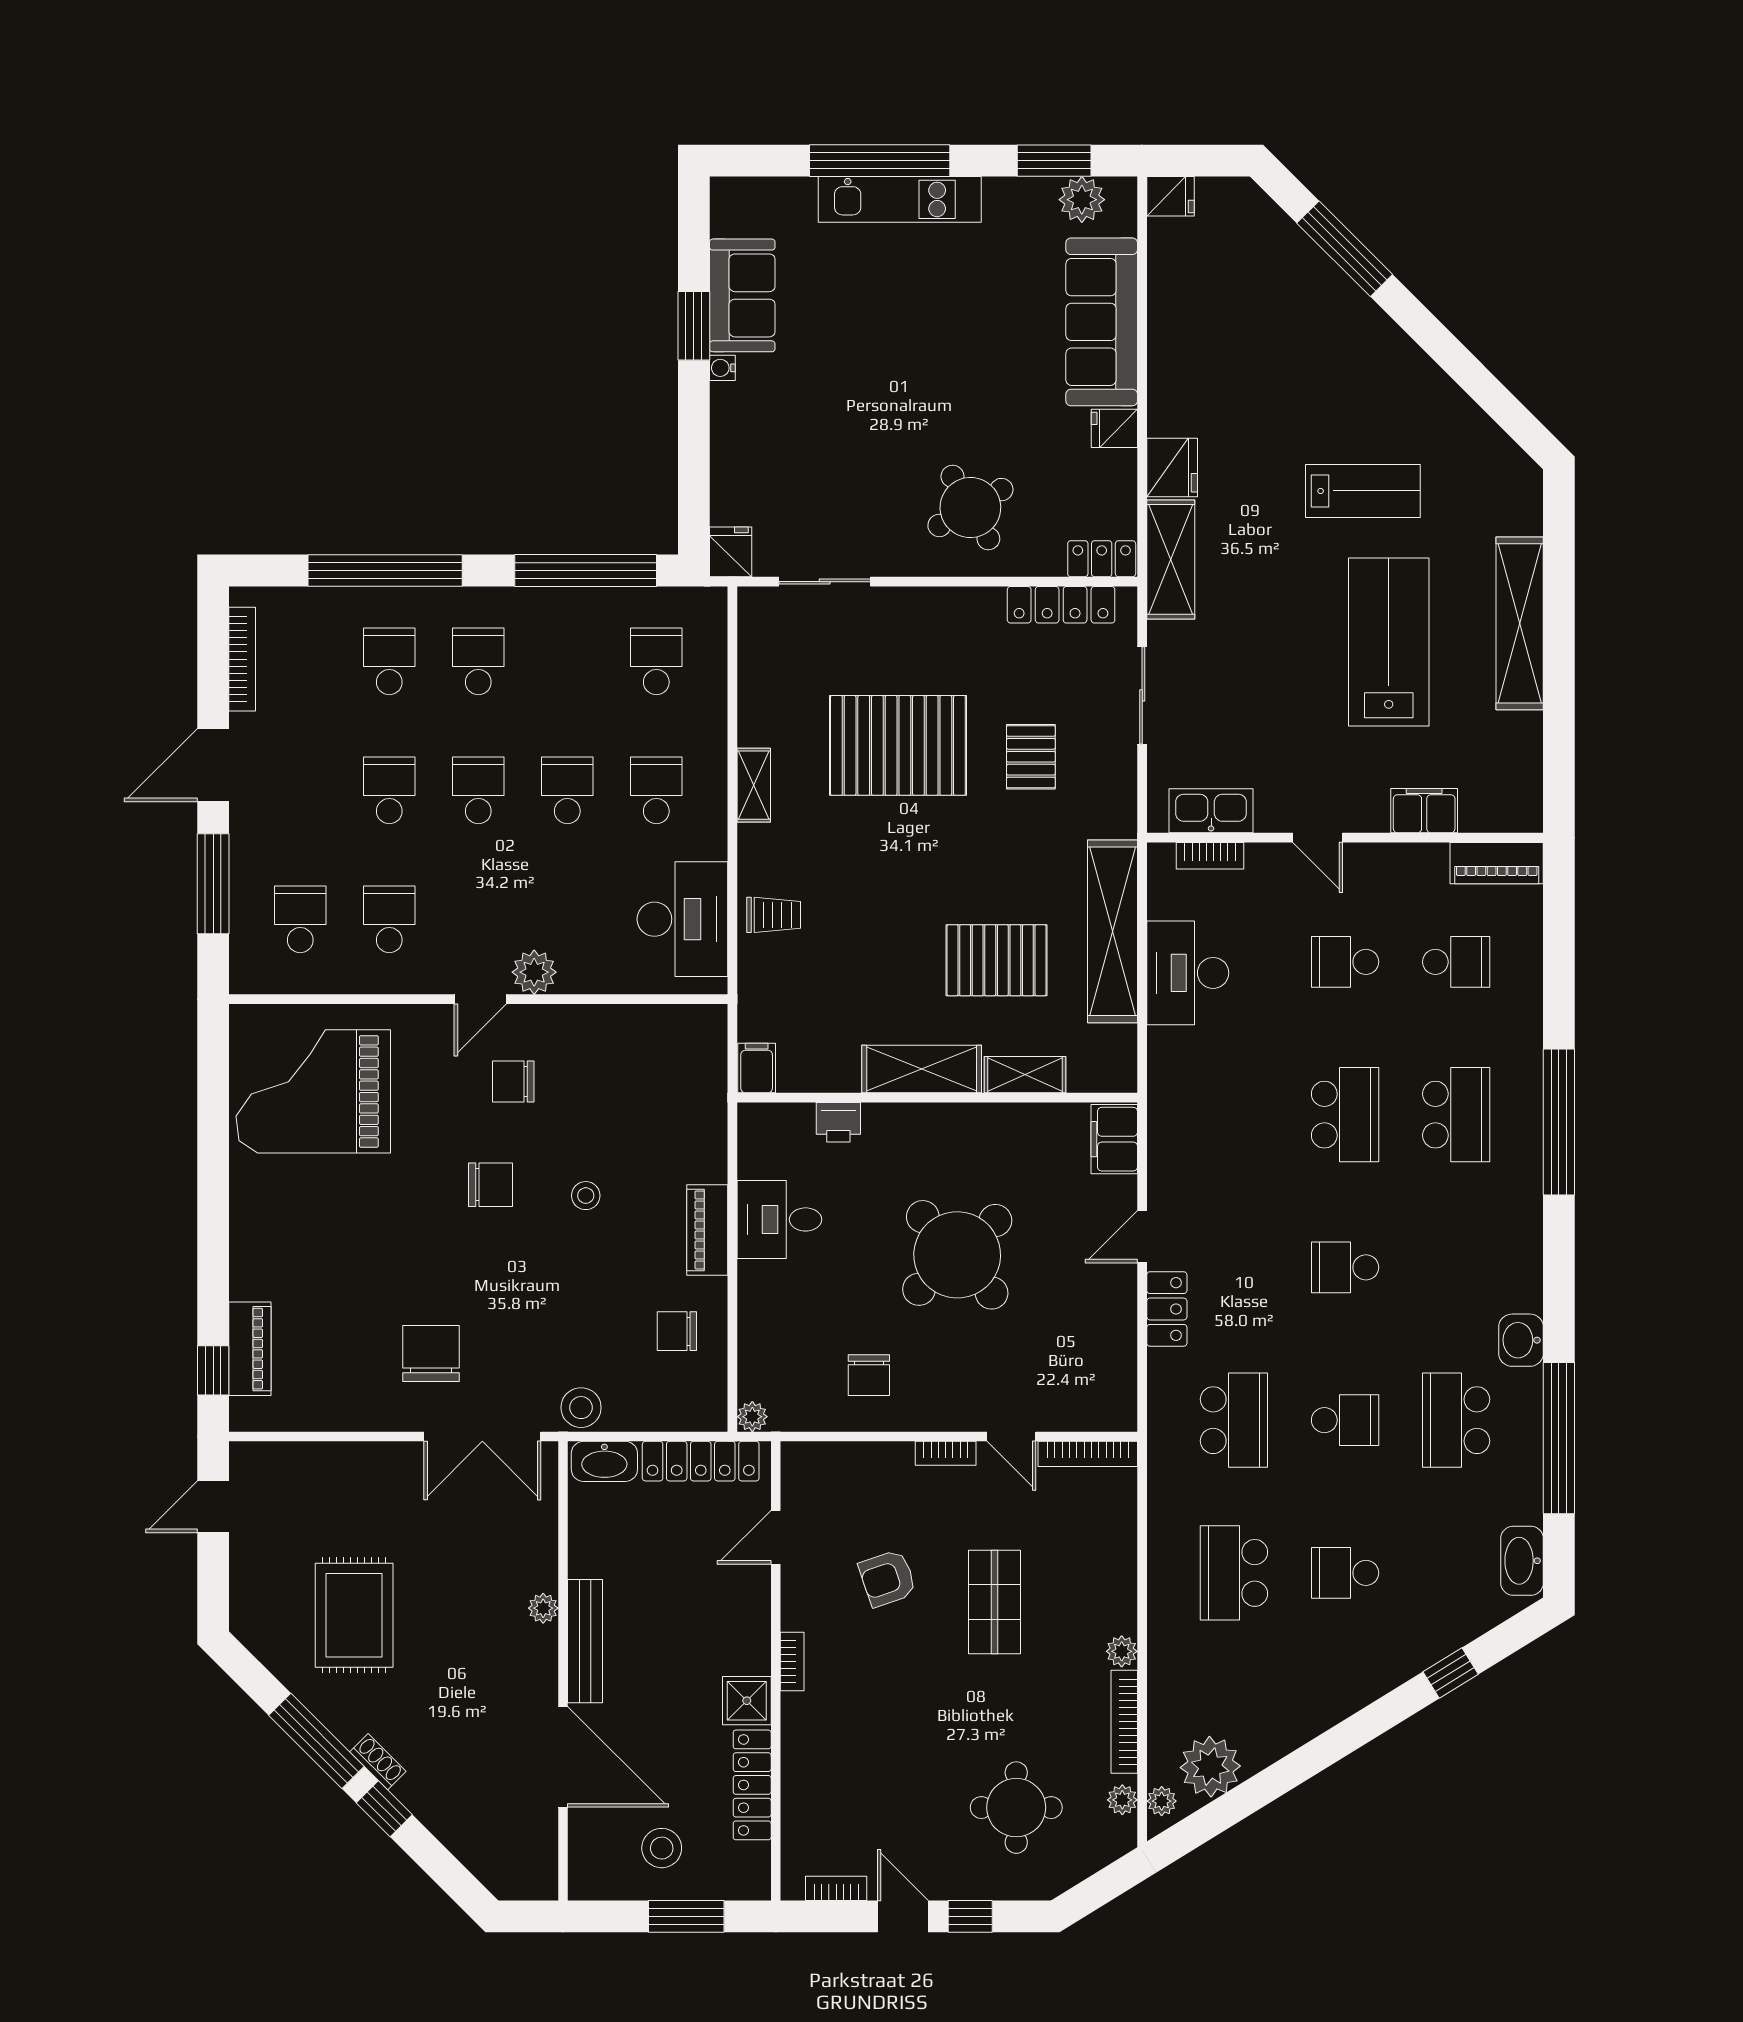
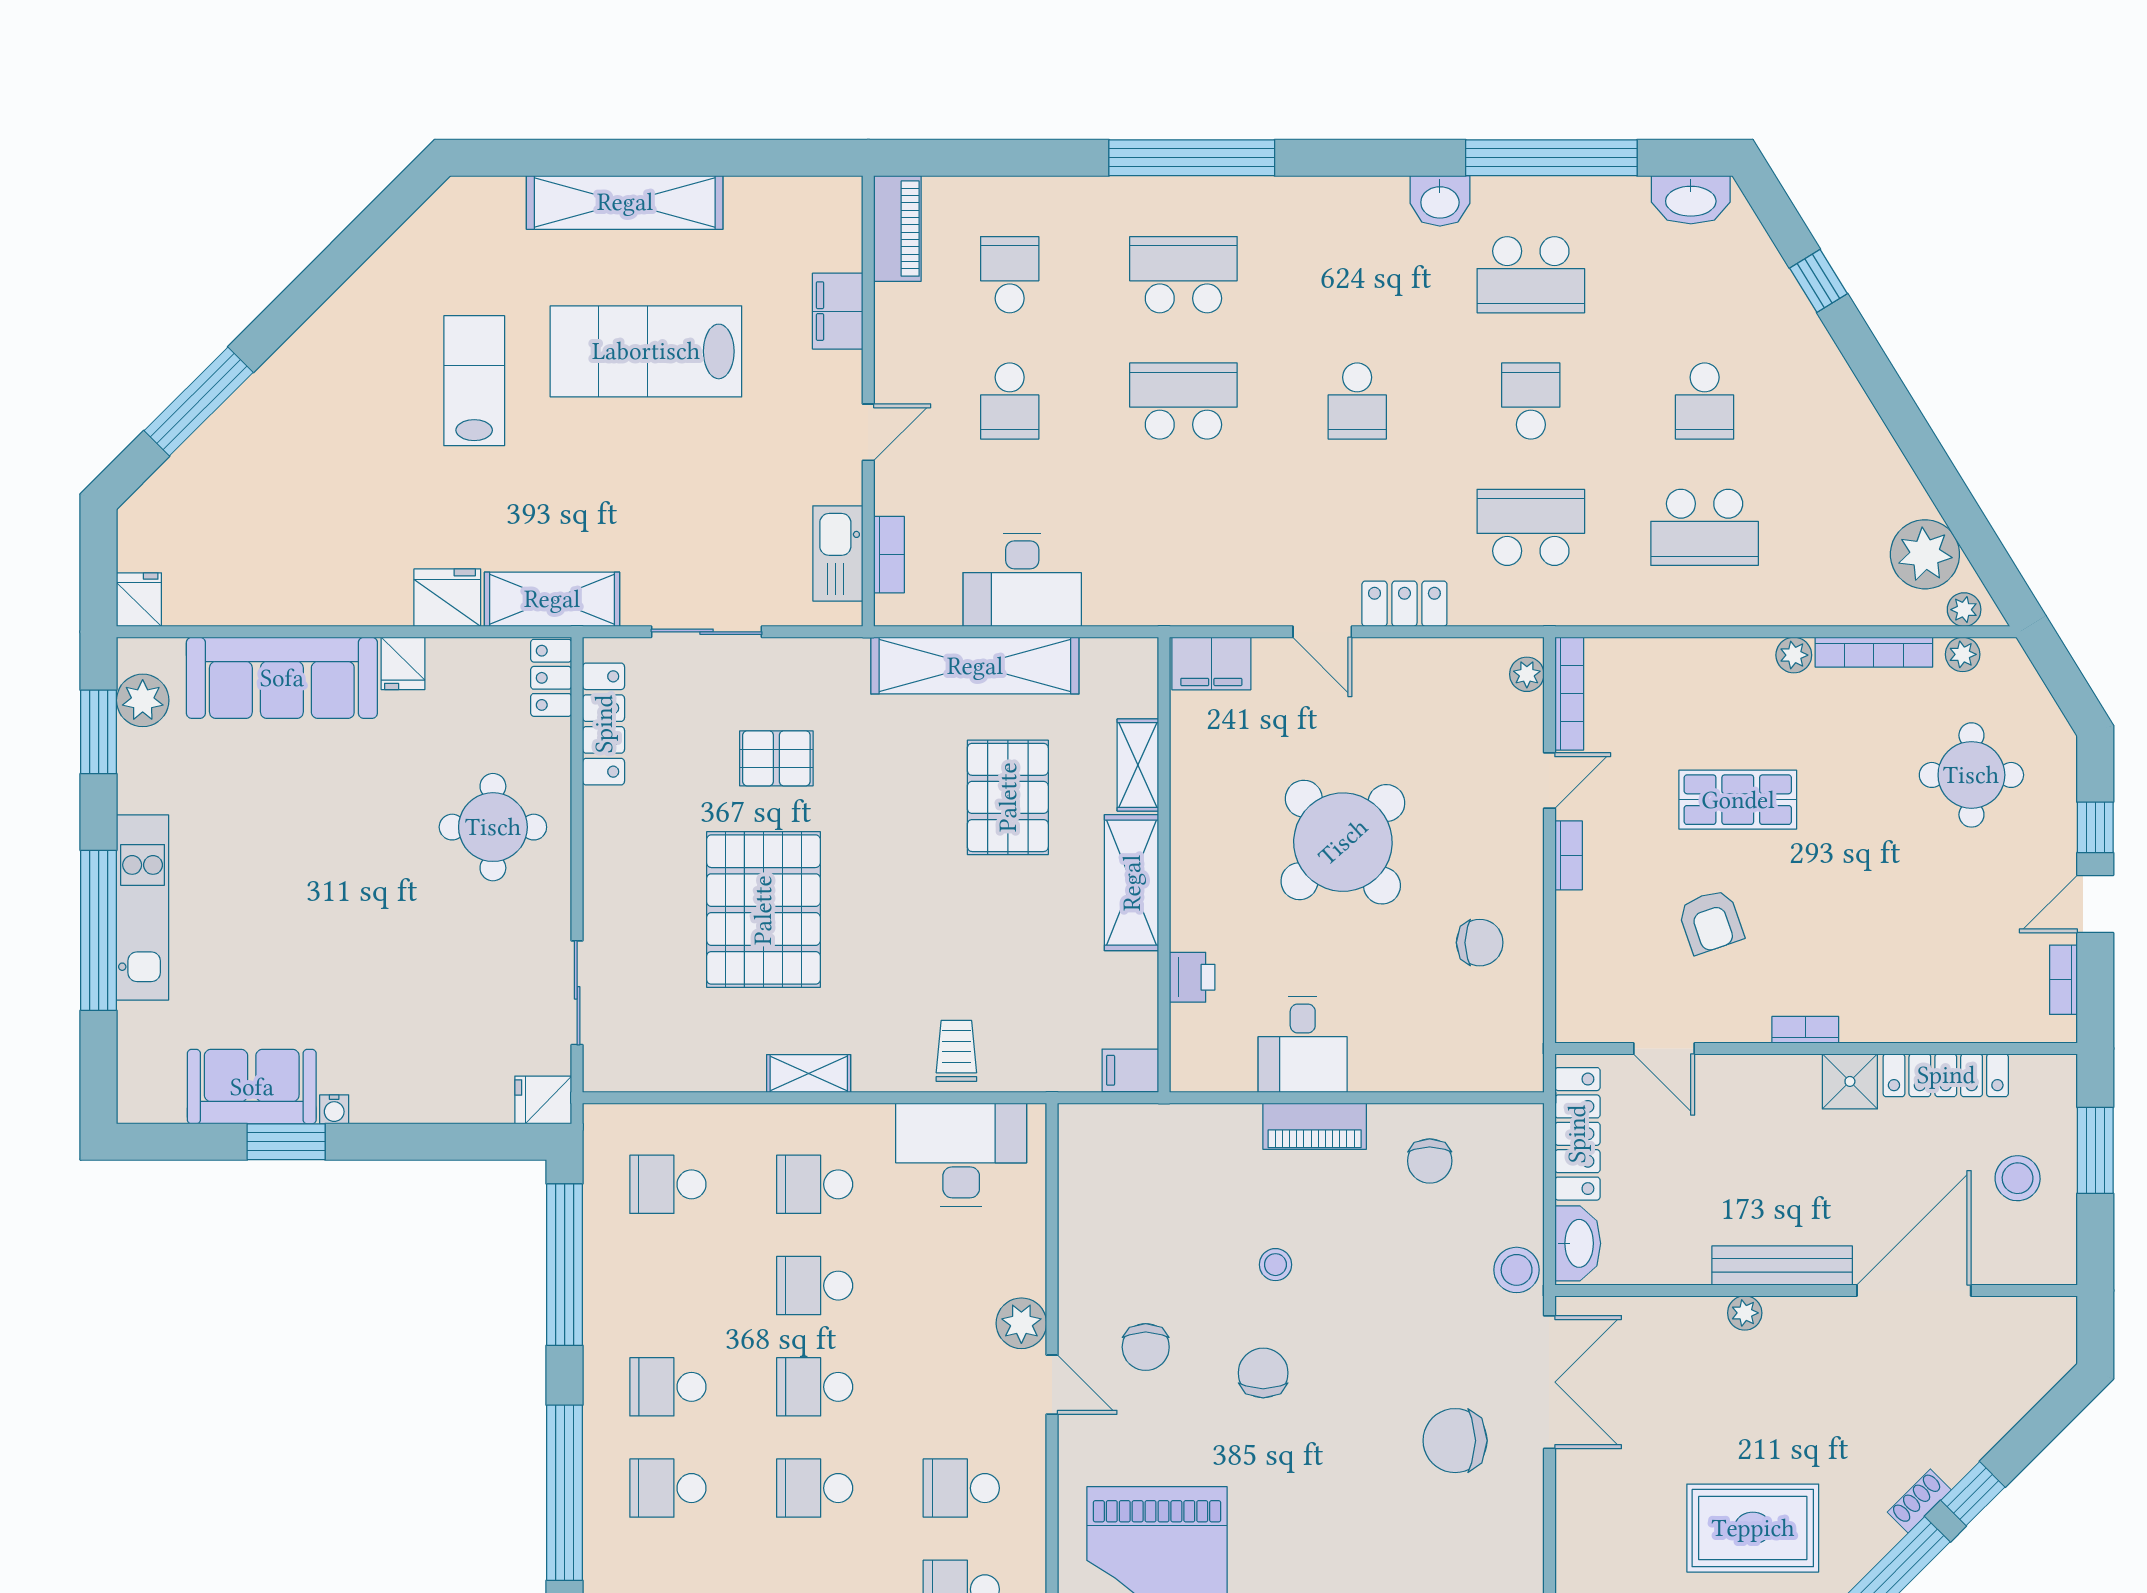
round table: (970, 508) -> (493, 827), turned 30
plant: (752, 1417) -> (1527, 674), moved

